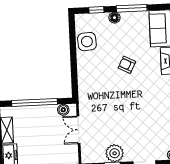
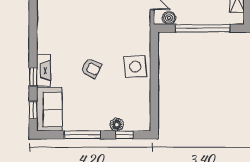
floor lamp: (114, 18) -> (117, 125), moved
side table: (87, 42) -> (135, 67), moved

